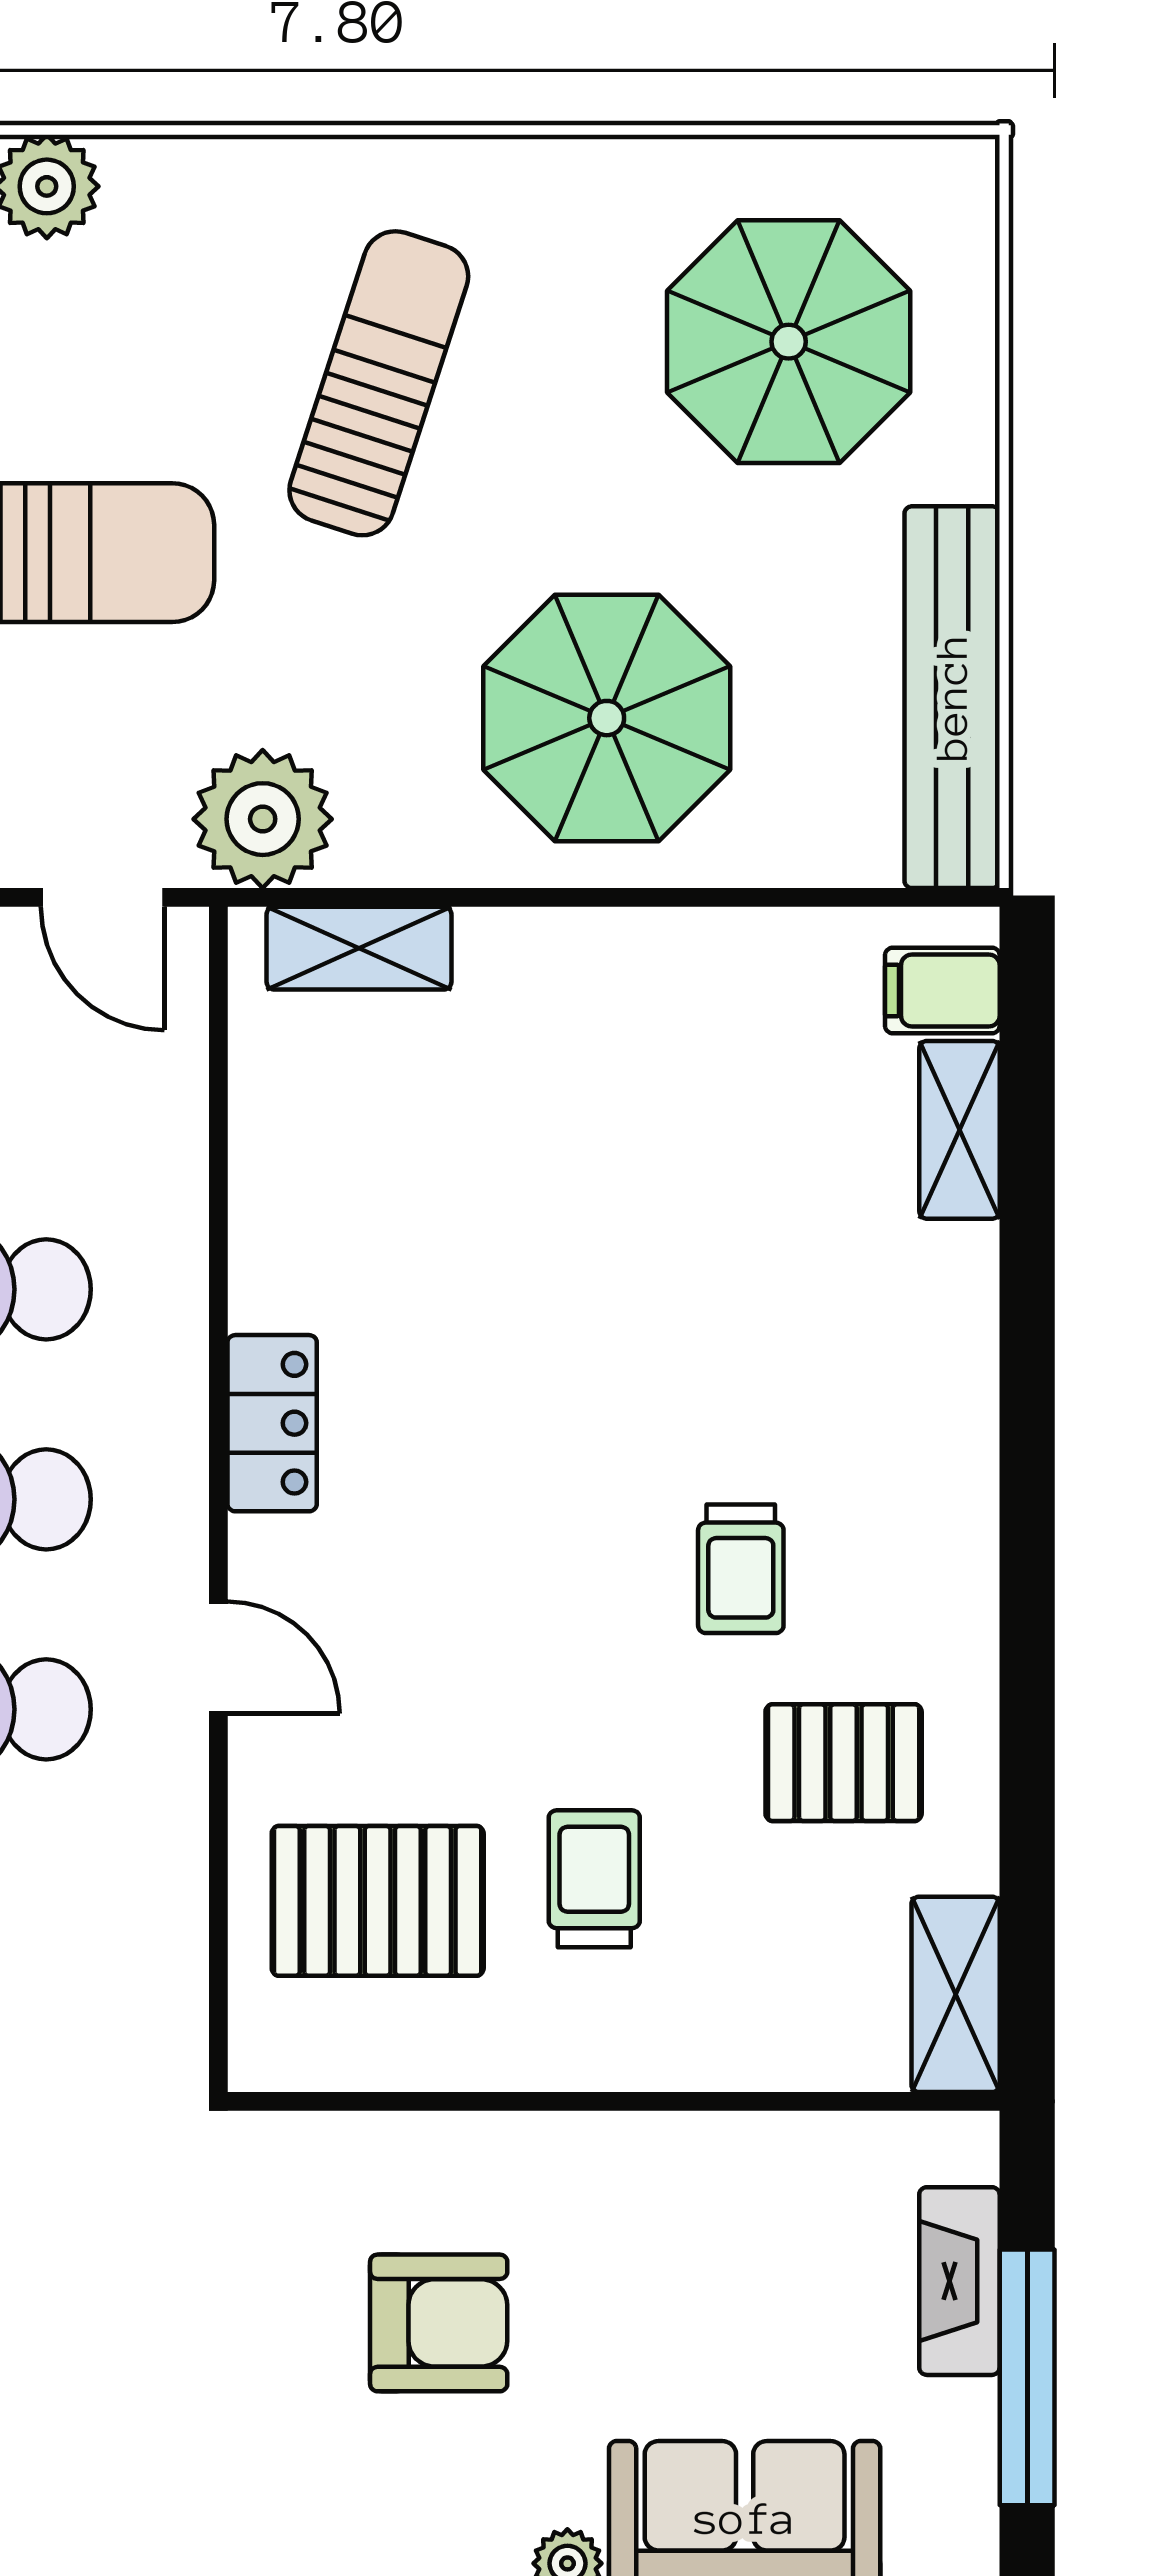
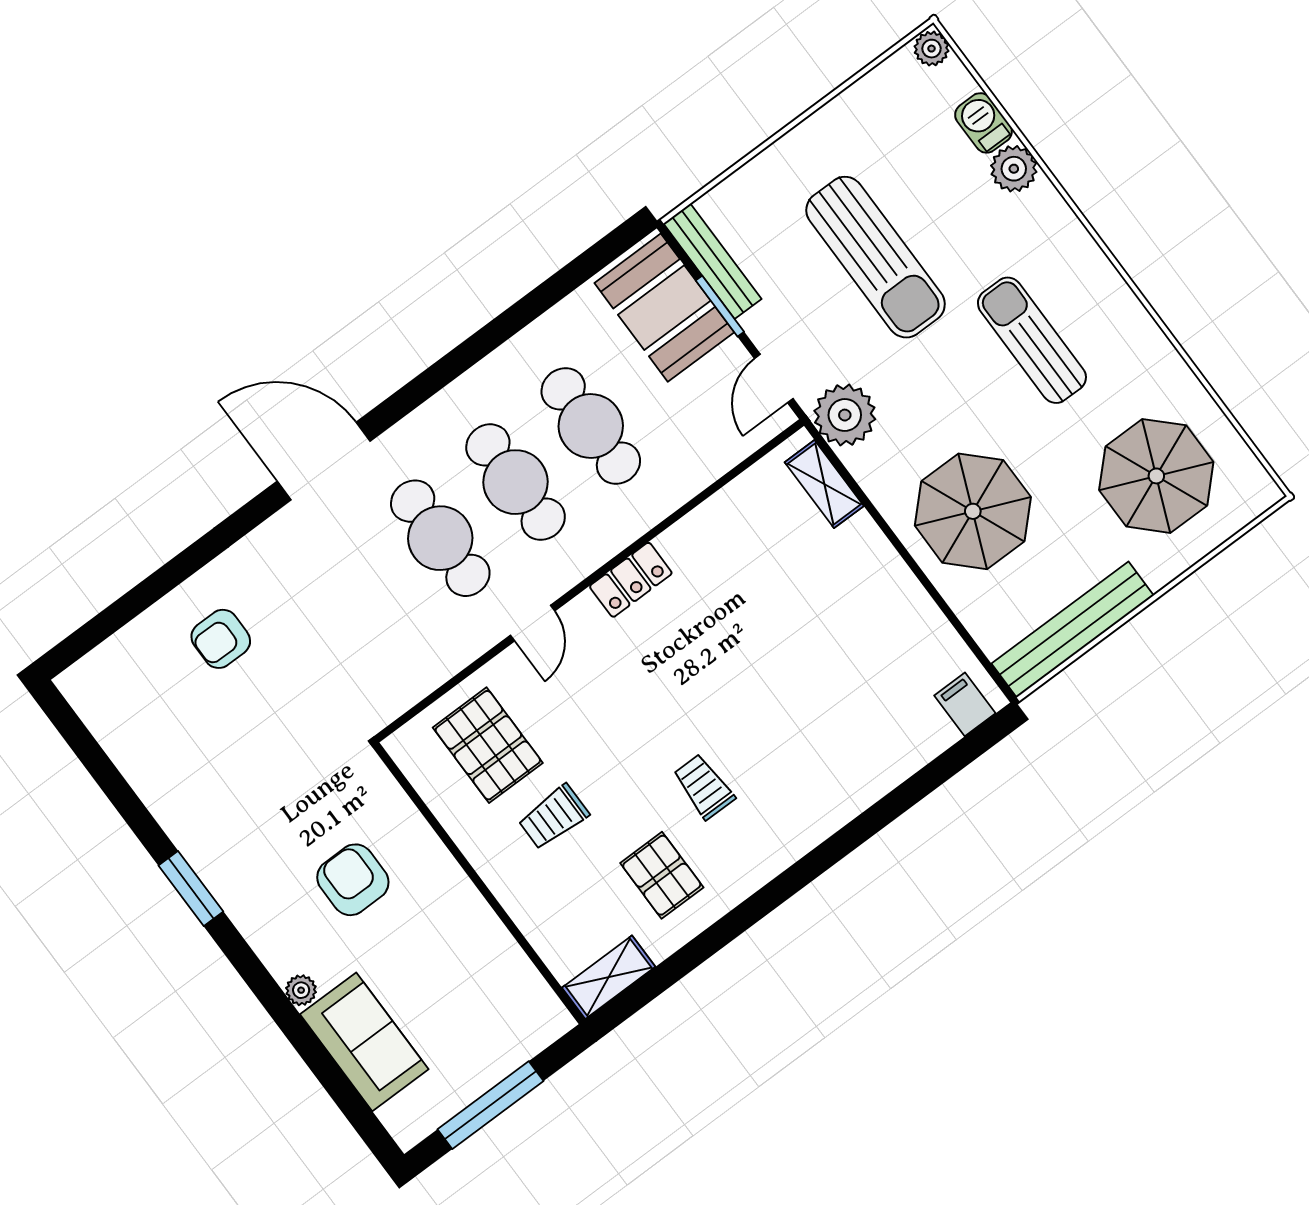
sun lounger: (379, 383) -> (1032, 340), turned -108
shelving: (959, 1130) -> (920, 748), removed
trolley: (741, 1569) -> (704, 787), turned 90
trolley: (594, 1879) -> (554, 817), turned 180
fireplace: (959, 2281) -> (507, 1055), removed
armchair: (439, 2323) -> (353, 880), turned 180

